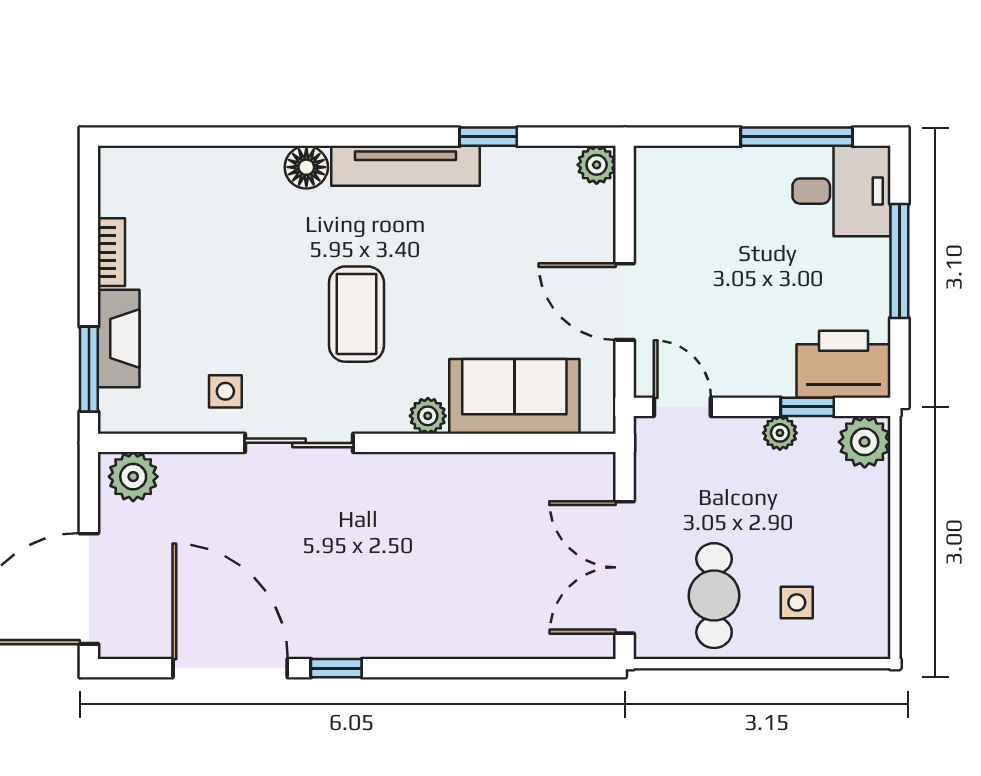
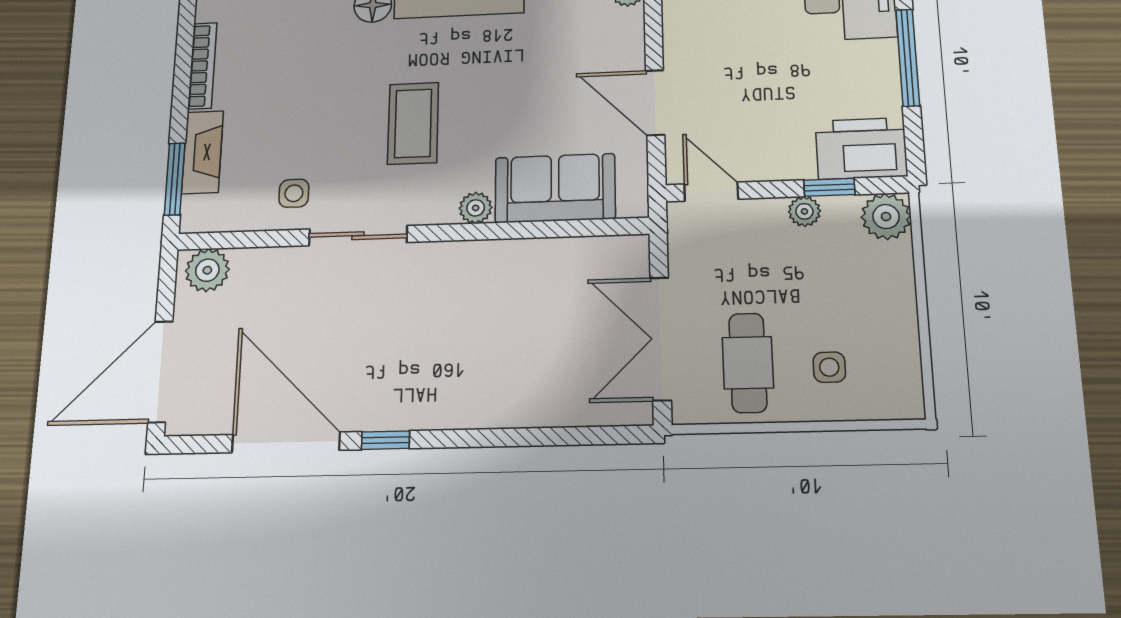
bookcase: (111, 252) -> (202, 66), width x1.56

